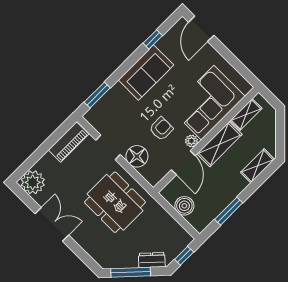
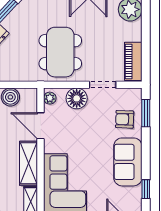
armchair: (161, 129) -> (125, 119), moved, turned 92
plant: (191, 141) -> (50, 98), moved
dining table: (115, 202) -> (60, 52), turned 90

